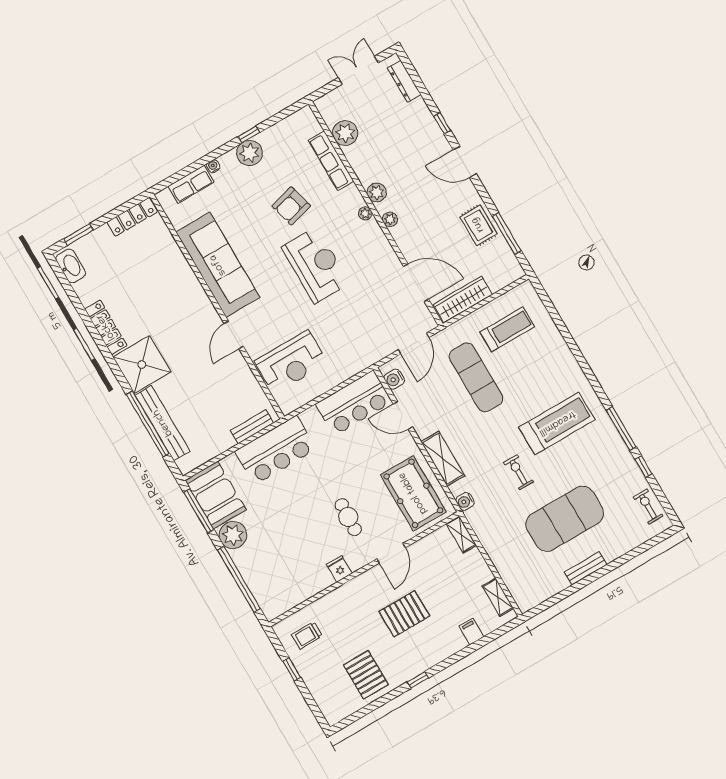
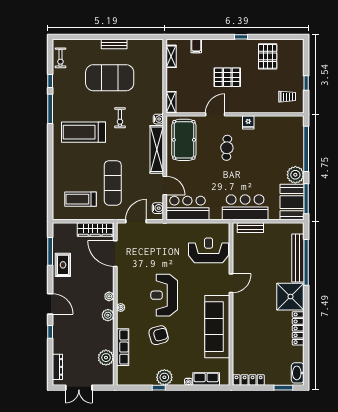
shelving: (443, 459) -> (157, 149), width x1.47

